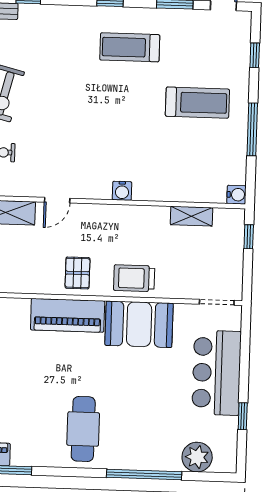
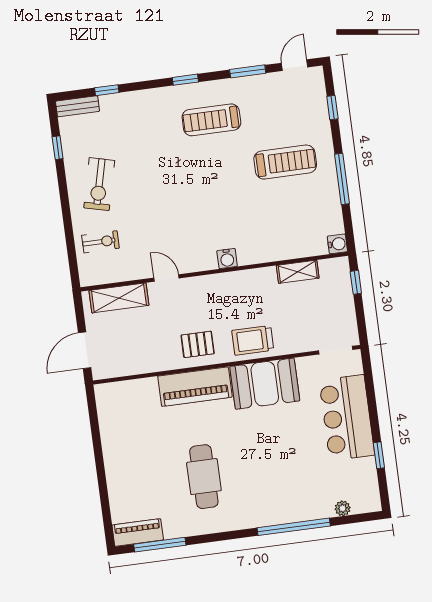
door: (57, 200) -> (166, 278), swing flipped
pallet: (78, 273) -> (198, 344), turned 90
cafe table: (83, 429) -> (204, 477), moved
plant: (197, 457) -> (343, 508), width x0.53, depth x0.53

